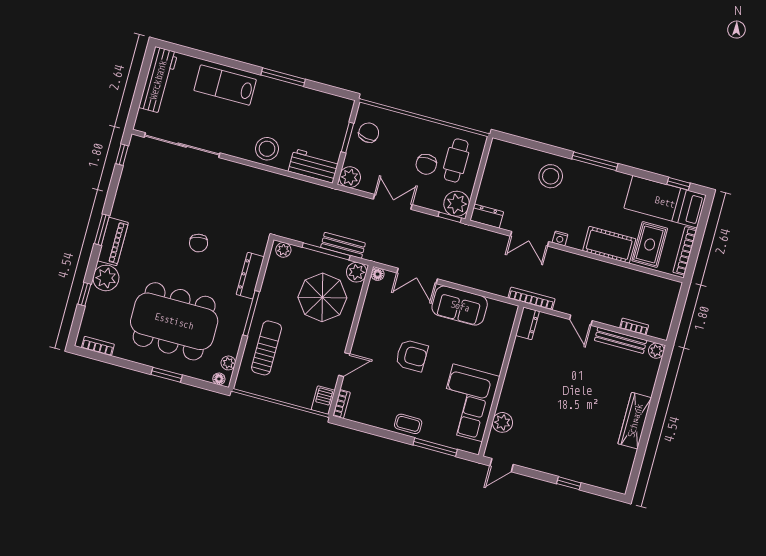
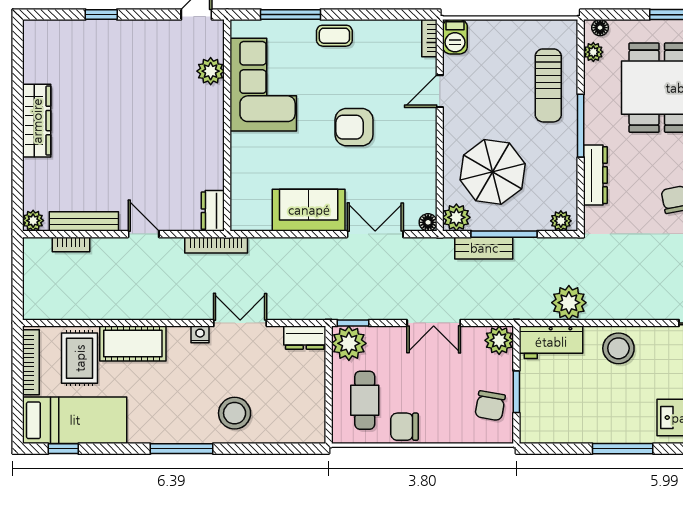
chair: (426, 164) -> (404, 427), moved, turned -90
plant: (293, 190) -> (569, 303), added

